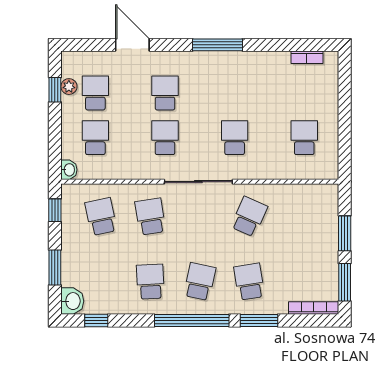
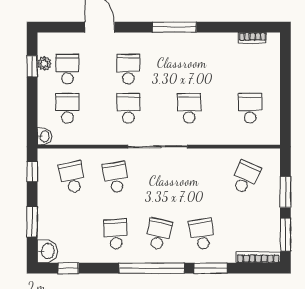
school desk: (249, 217) -> (245, 177), moved

